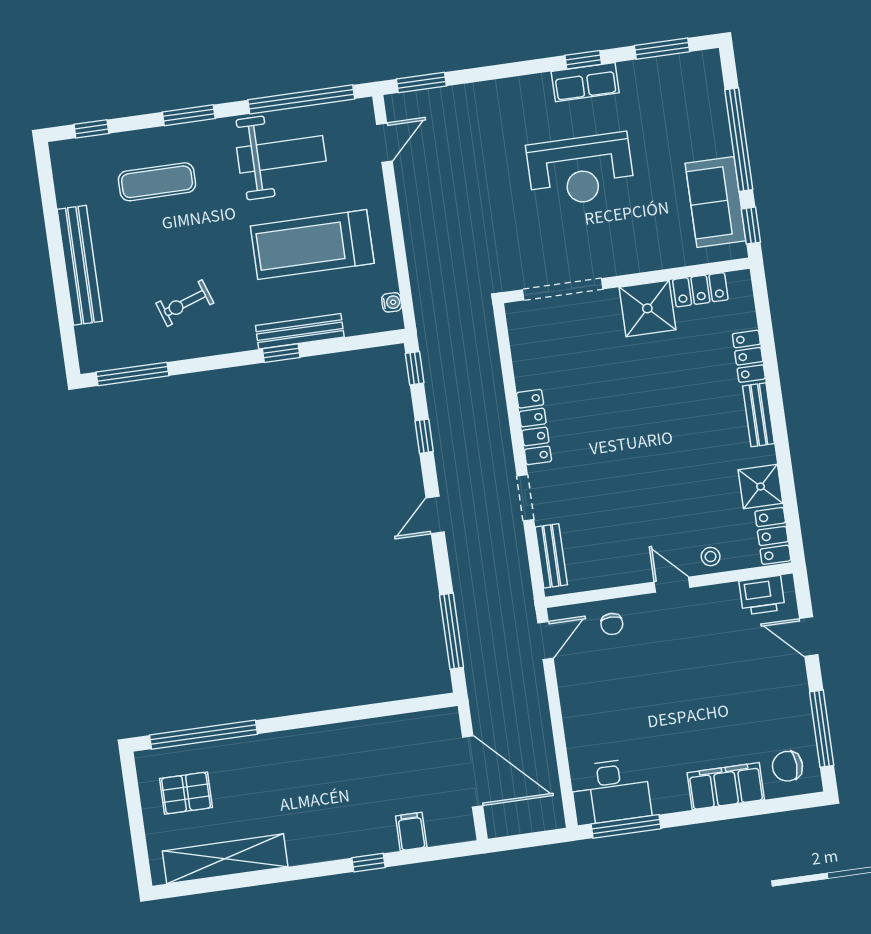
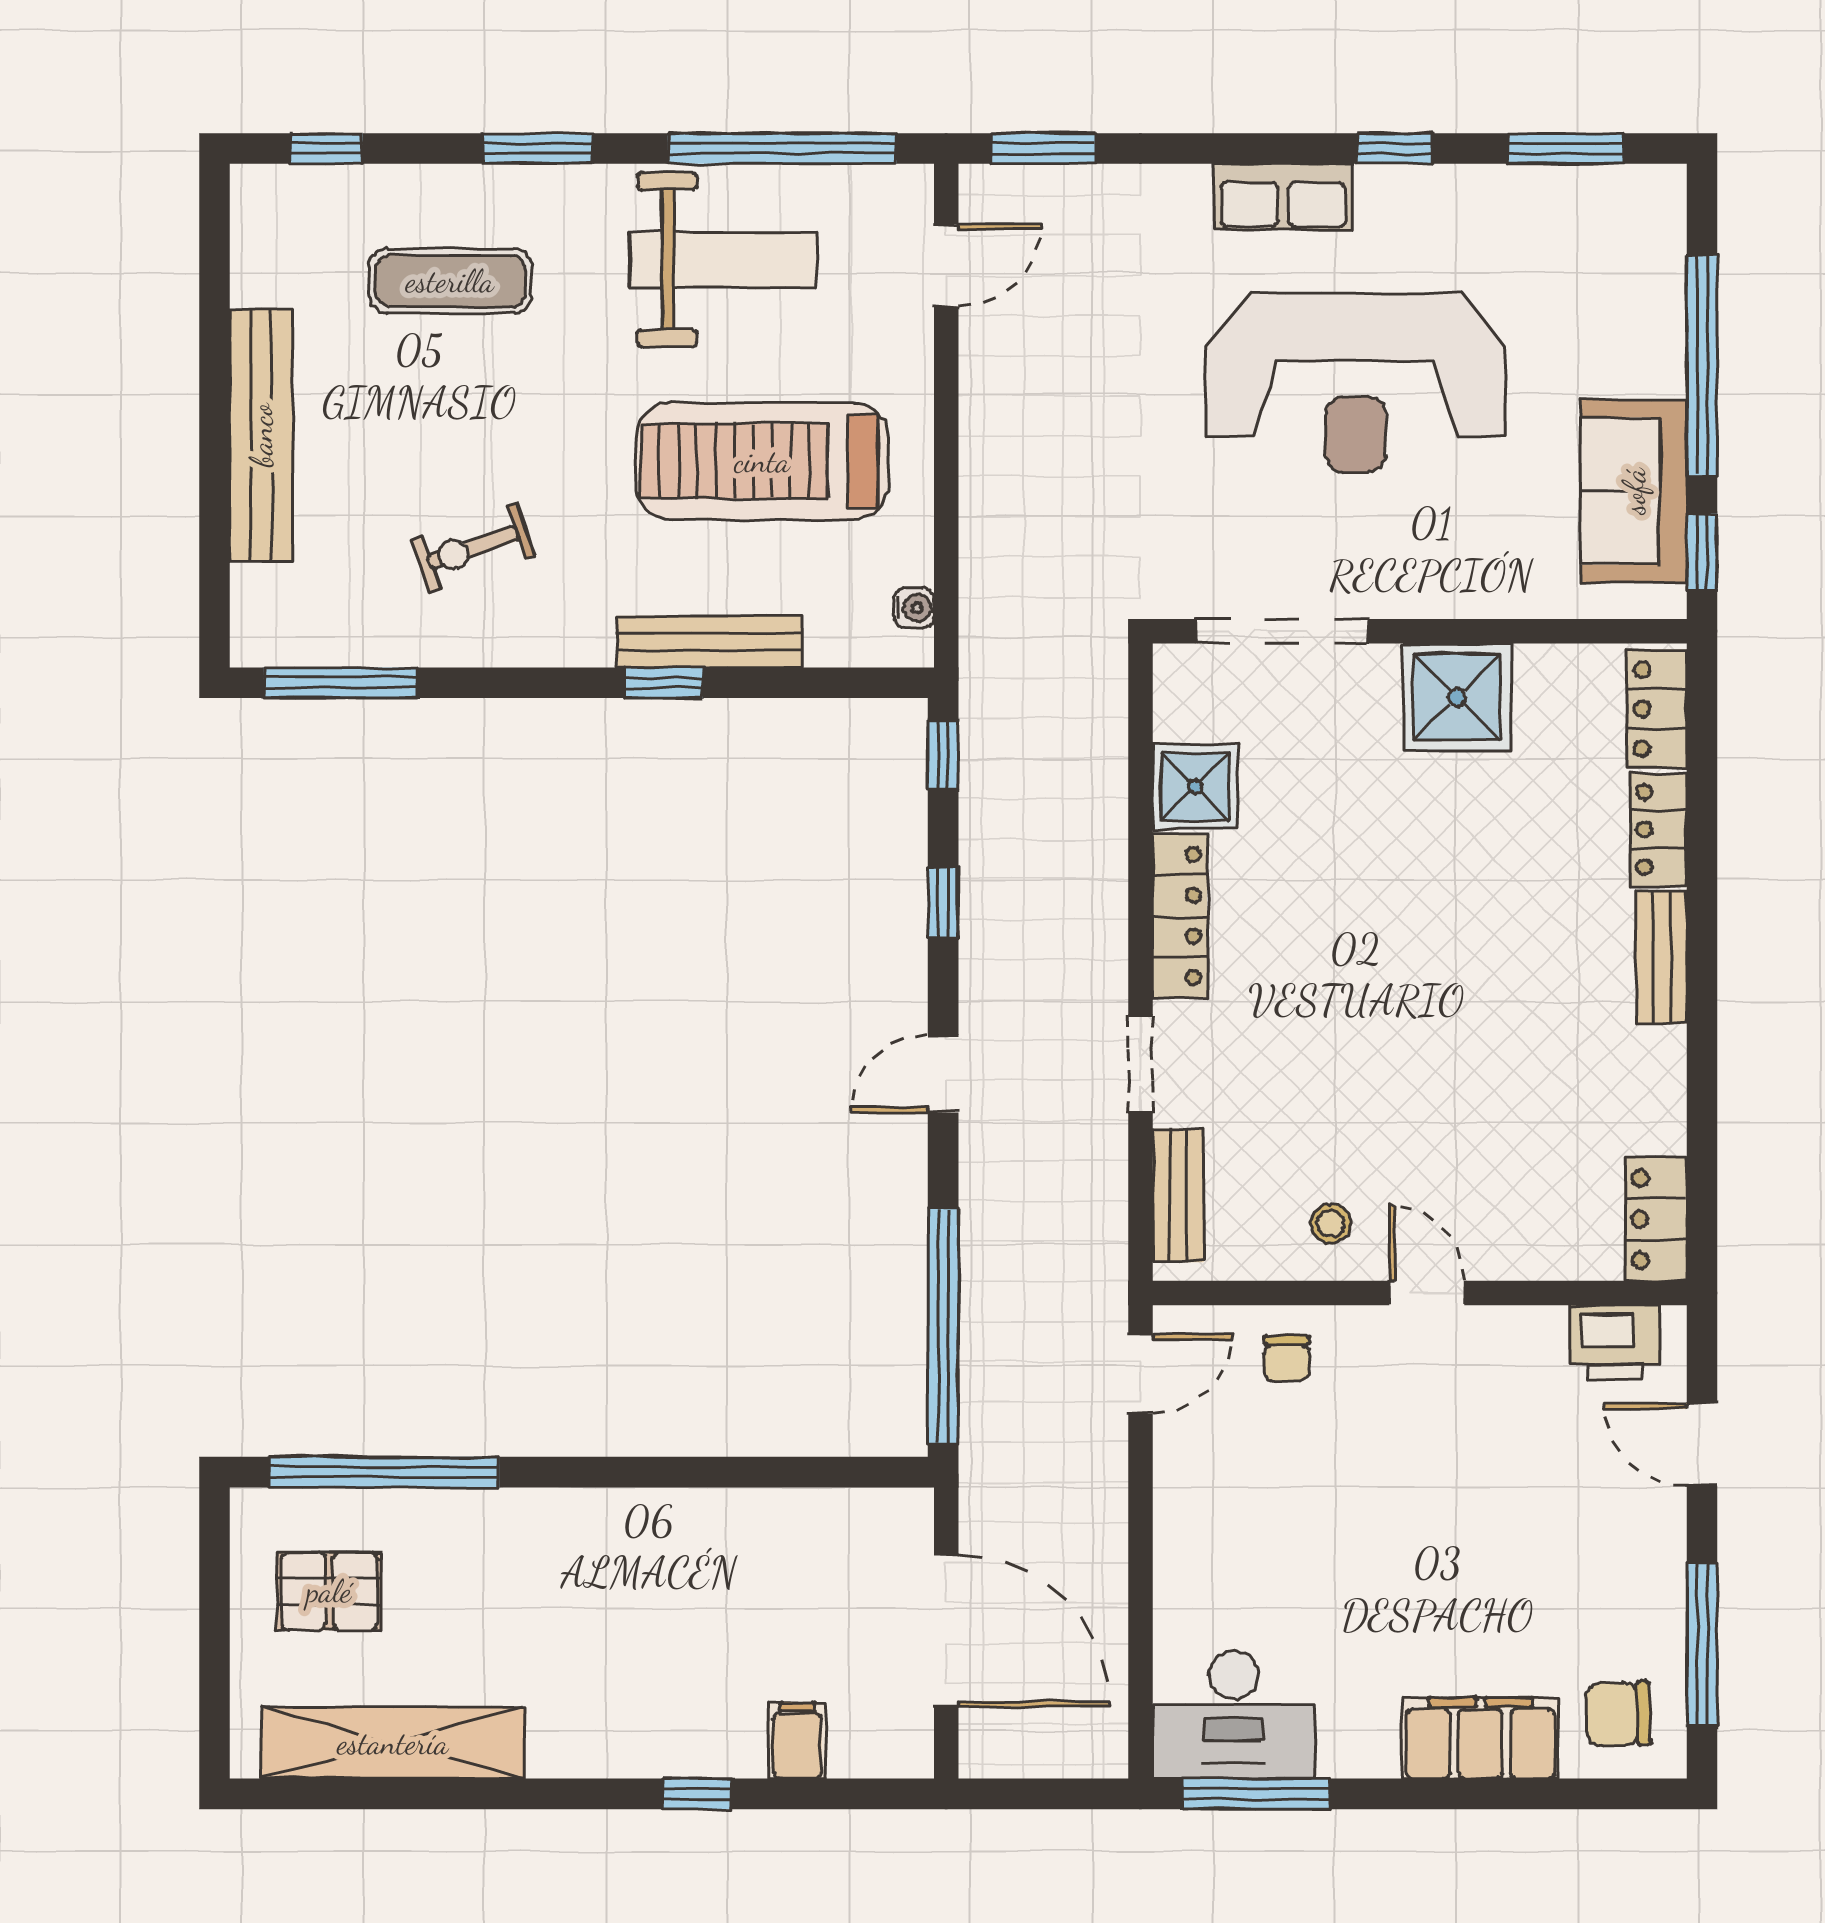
row of seats: (585, 82) -> (1283, 197), moved
reception desk: (580, 170) -> (1356, 382), width x1.36, depth x1.30
locker: (700, 290) -> (1657, 709), moved, turned 90
shower: (761, 487) -> (1195, 787), moved
stool: (711, 557) -> (1331, 1223), moved
window: (452, 631) -> (943, 1326), width x1.46

